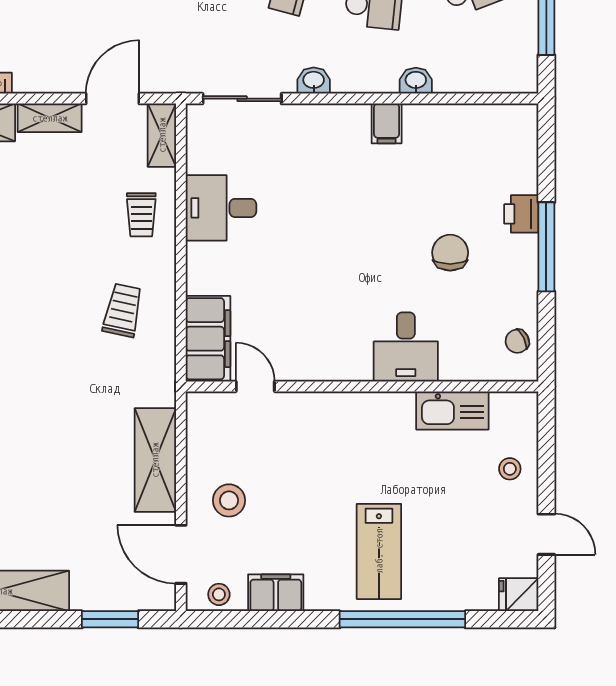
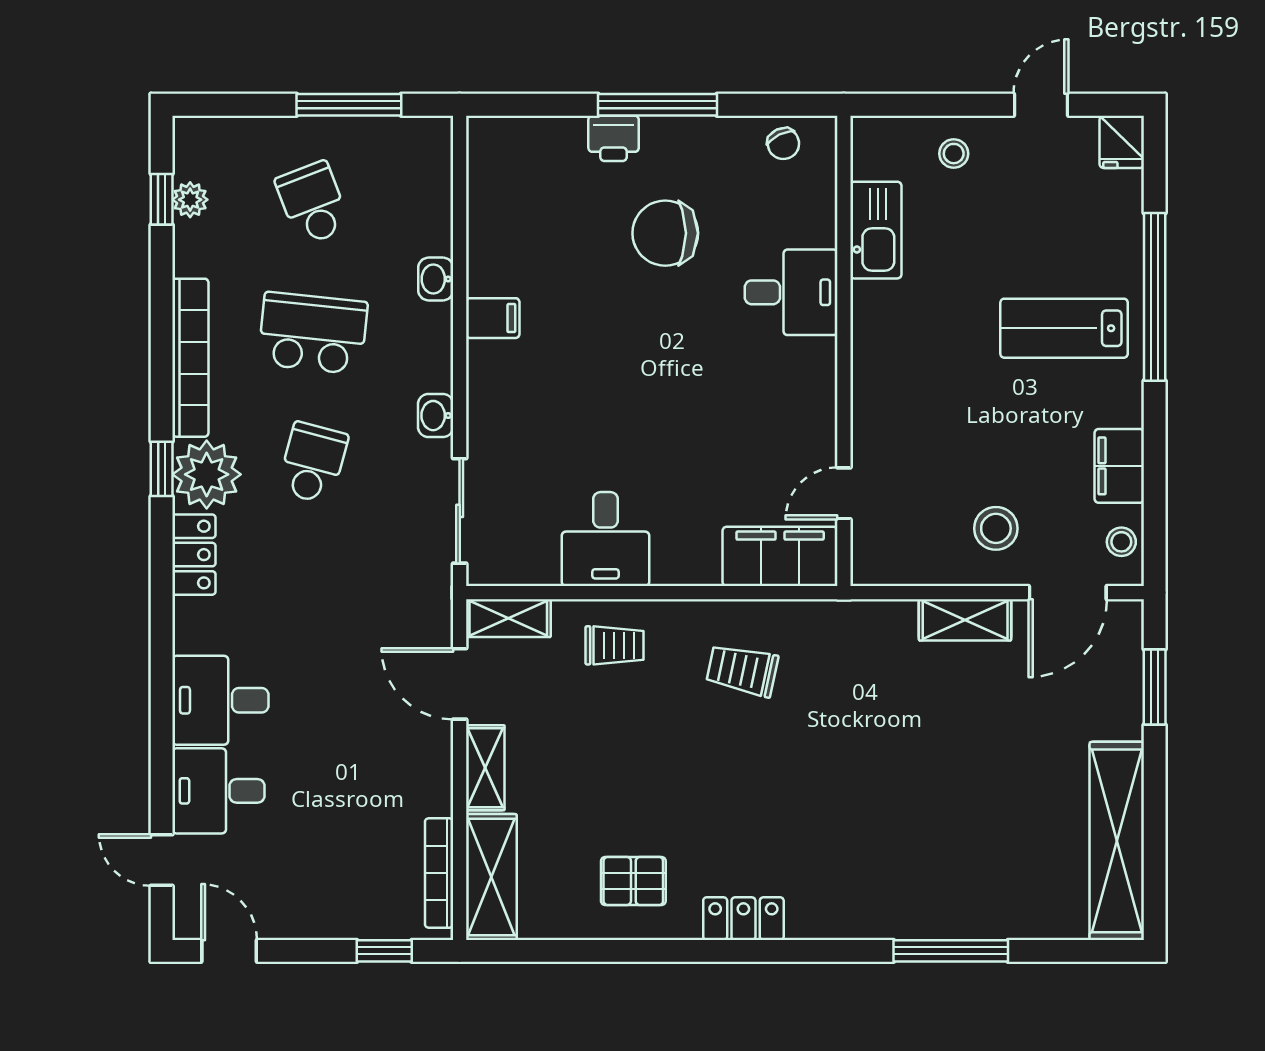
chair: (450, 253) -> (665, 233), width x1.37, depth x1.37
shelving: (155, 460) -> (965, 620), width x0.67, depth x0.75
lab bench: (379, 551) -> (1064, 328), turned 180

